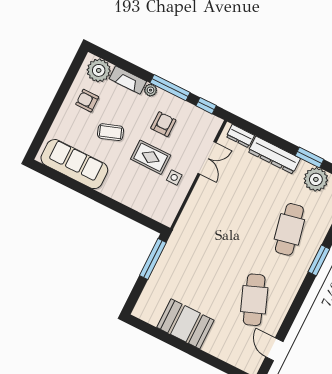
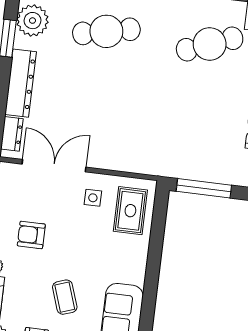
rug: (151, 157) -> (130, 211), moved
double door: (207, 158) -> (54, 166), width x1.37

